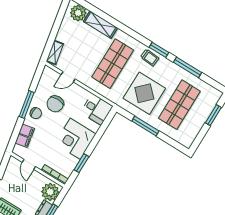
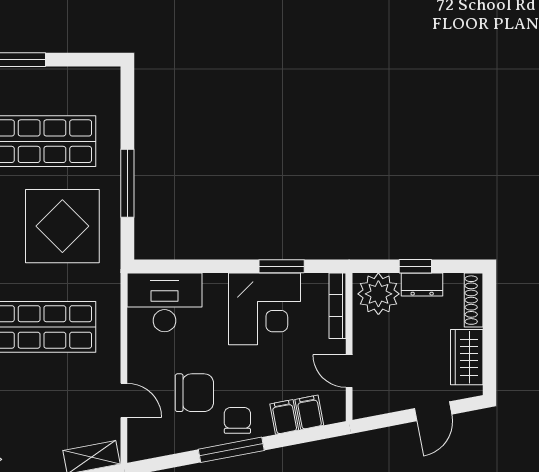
desk: (97, 109) -> (164, 302), width x1.37
corner desk: (75, 139) -> (265, 309), moved
door: (29, 164) -> (349, 371), swing flipped

